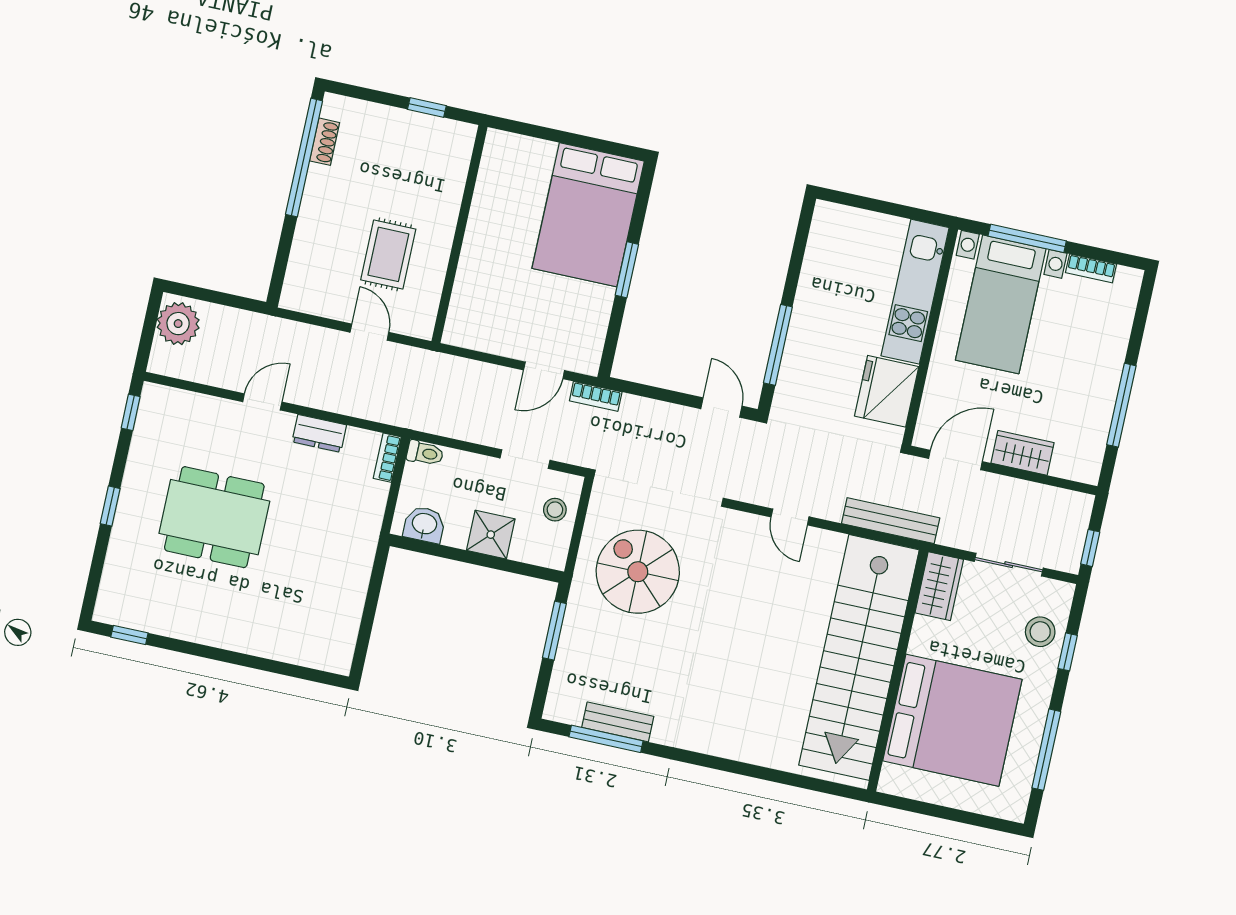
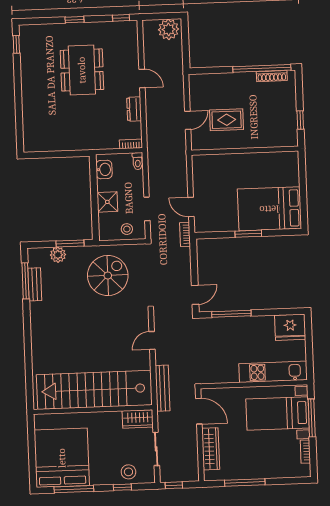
shoe rack: (325, 142) -> (272, 76), width x1.43
fridge: (887, 391) -> (290, 327), moved, turned 180
wardrobe: (1023, 453) -> (211, 449), width x1.50
plant: (571, 660) -> (58, 255), added
bed: (952, 720) -> (62, 458), moved, turned 180

